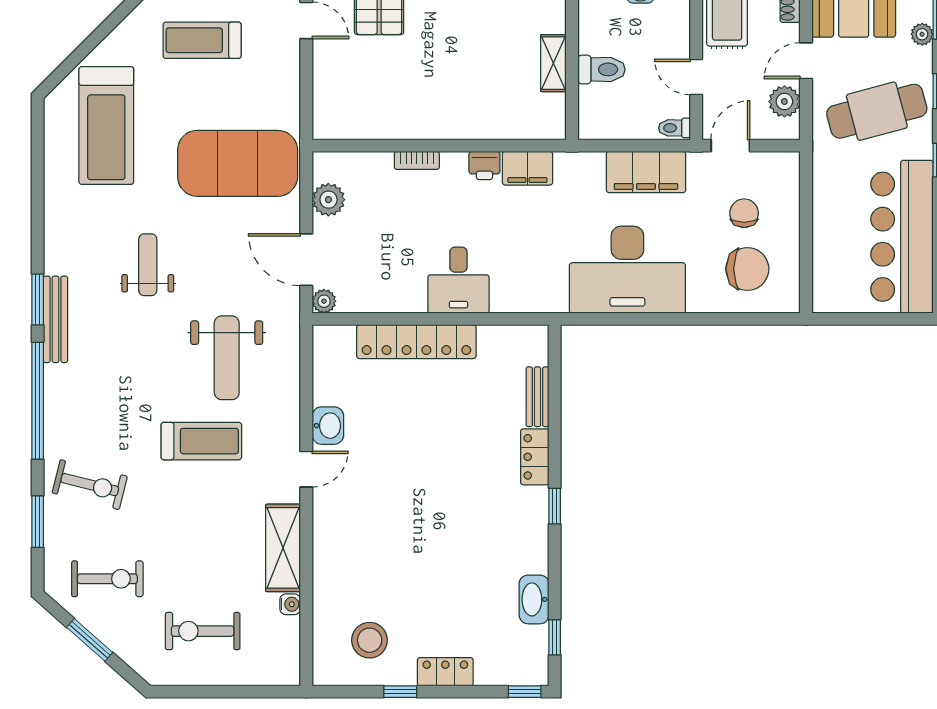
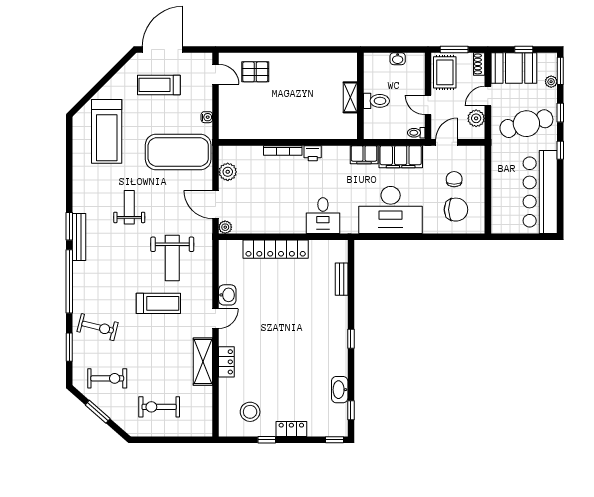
bookcase: (417, 160) -> (283, 150), width x1.56
filing cabinet: (527, 168) -> (364, 155), moved
desk: (458, 280) -> (323, 216), moved
locker: (535, 457) -> (226, 362), moved, turned 180
water cooler: (290, 604) -> (207, 117), moved

